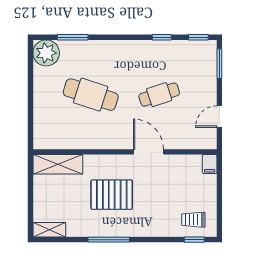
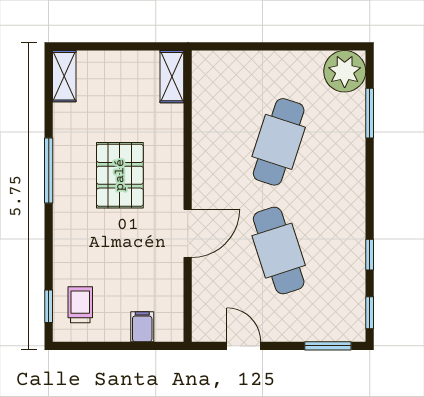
cafe table: (159, 95) -> (279, 251), width x1.37, depth x1.35
shelving: (58, 164) -> (172, 77), width x0.67, depth x0.75
filing cabinet: (210, 164) -> (142, 327), moved, turned 90

